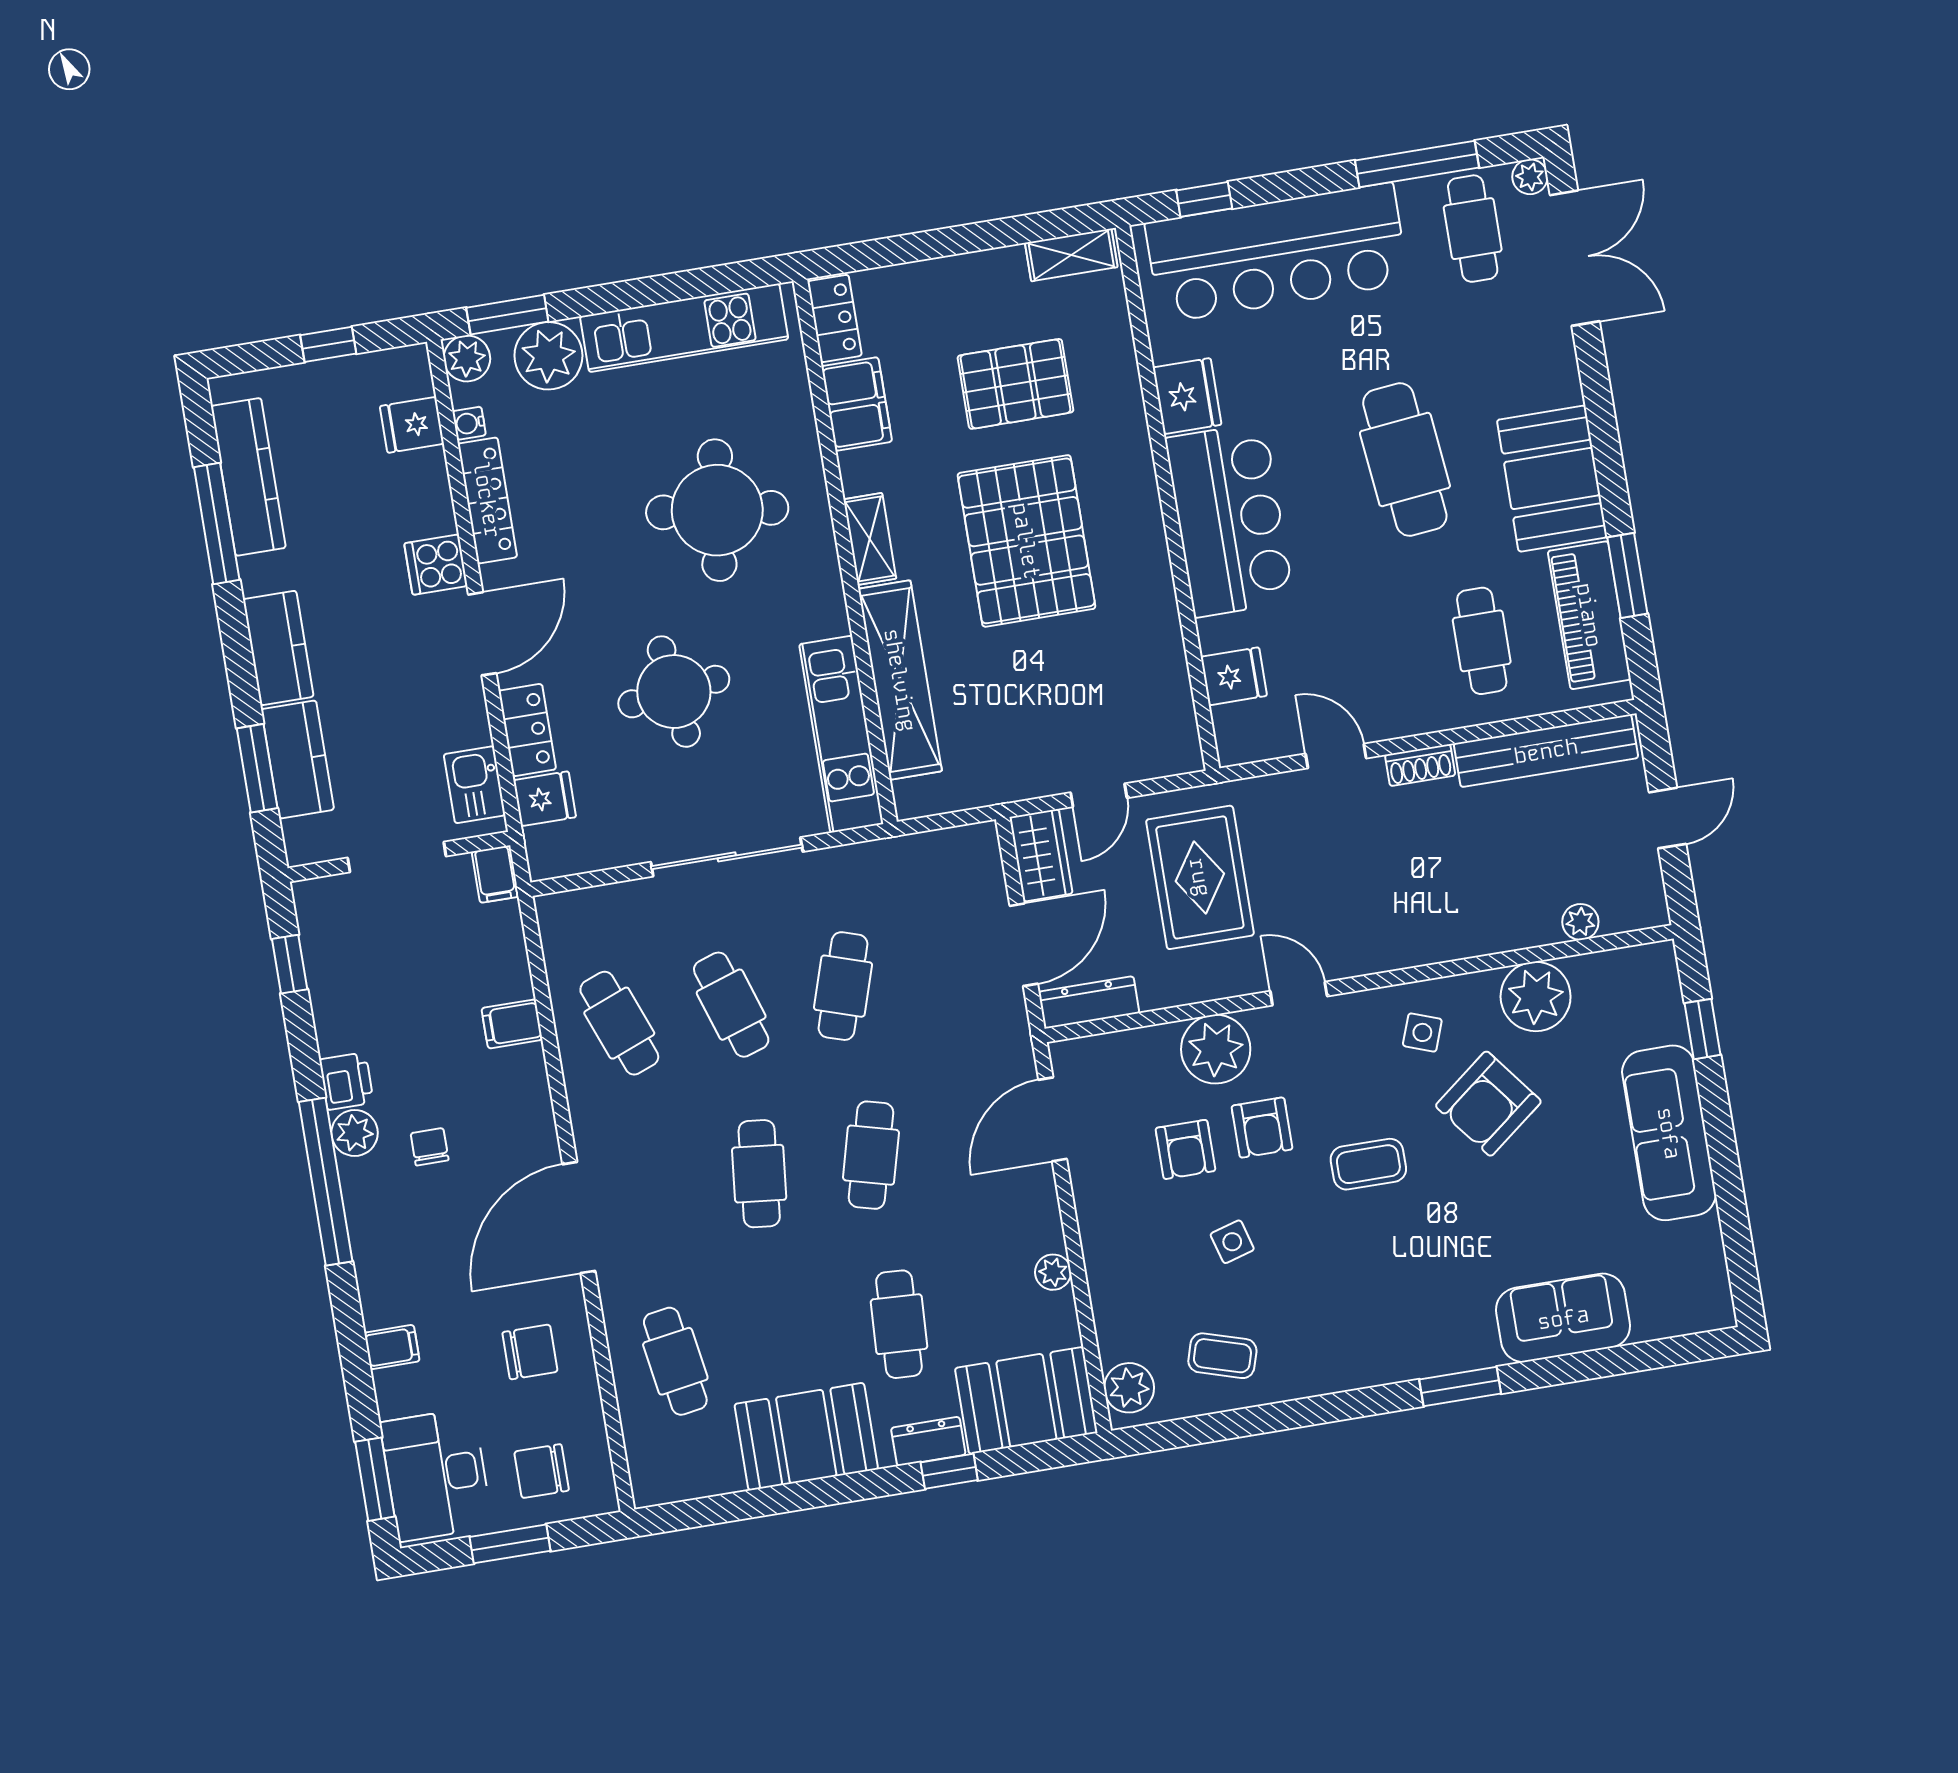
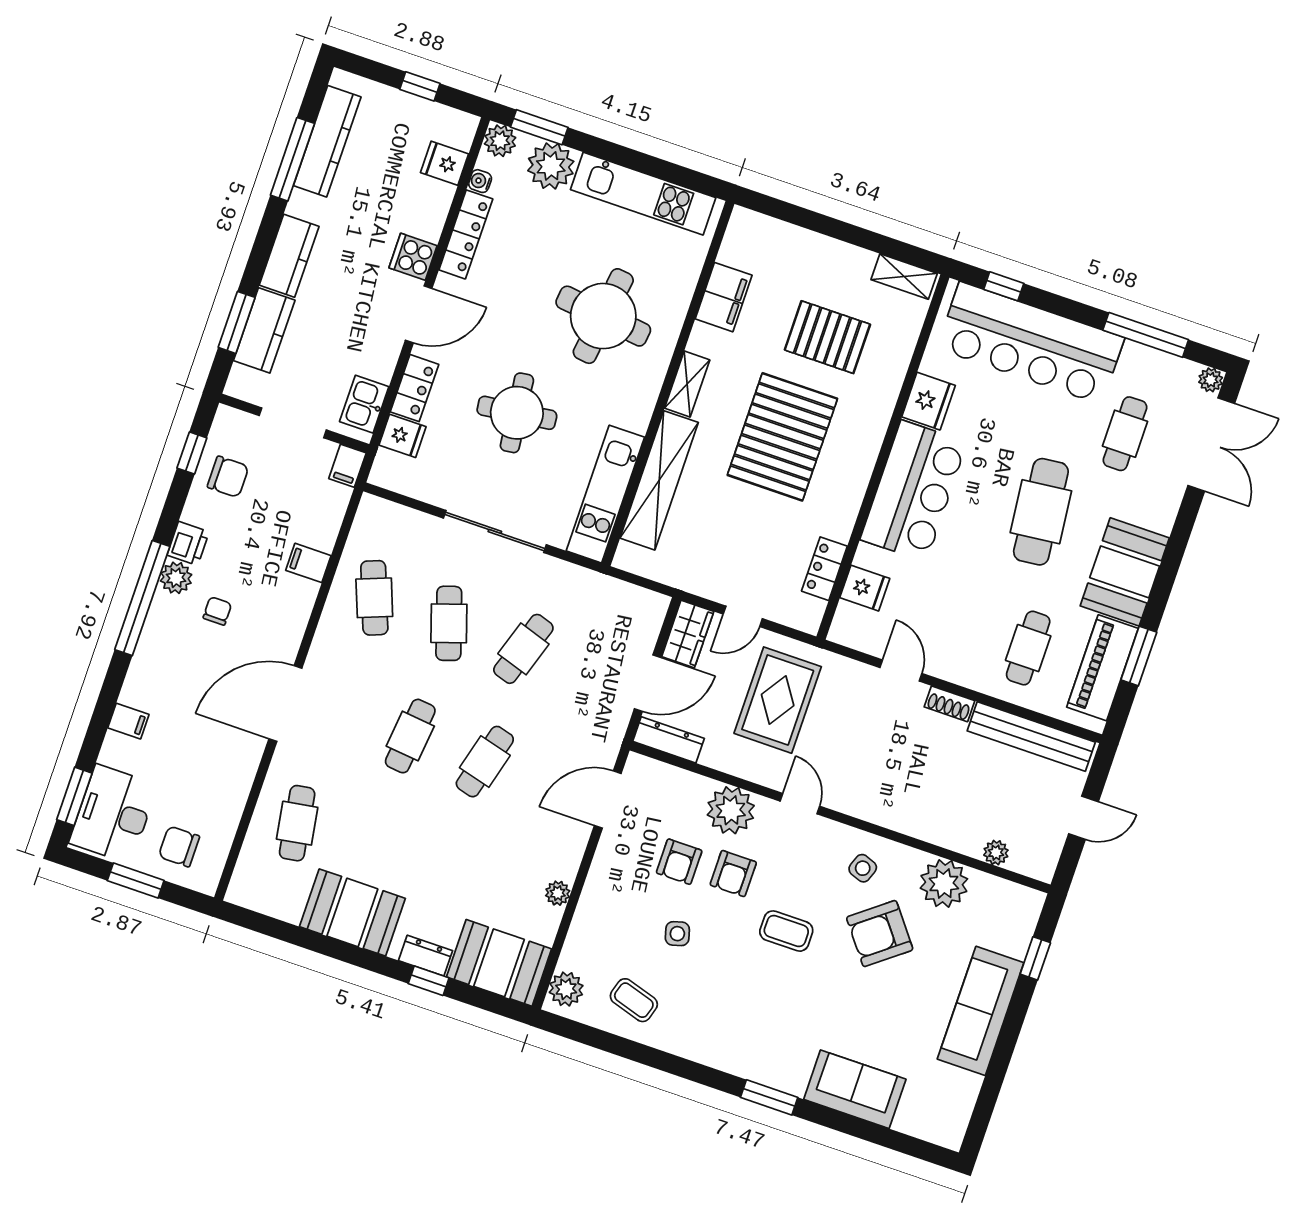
cafe table: (1473, 229) -> (1125, 434), moved
locker: (835, 318) -> (824, 569), moved, turned 180
cafe table: (899, 1324) -> (446, 874), removed
chair: (530, 1352) -> (228, 477), moved

